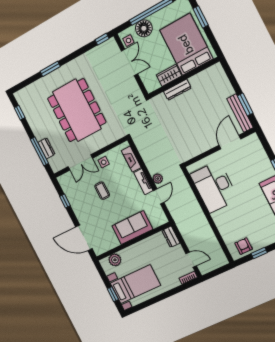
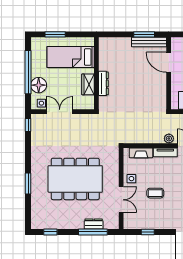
bed: (186, 44) -> (71, 57), width x0.67

